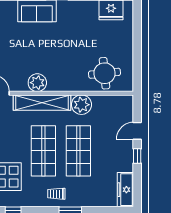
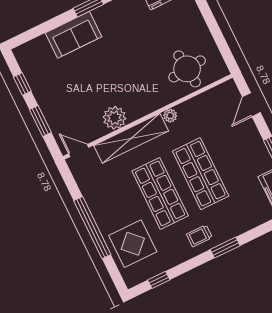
plant: (81, 105) -> (170, 116), width x0.53, depth x0.53
door: (137, 131) -> (251, 105), moved

